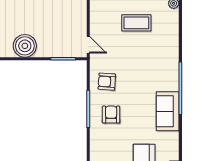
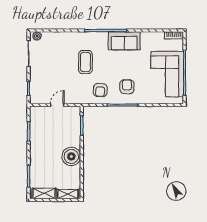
coffee table: (136, 23) -> (85, 62), moved
door: (88, 45) -> (57, 105), moved
armchair: (111, 115) -> (127, 87), turned 90

